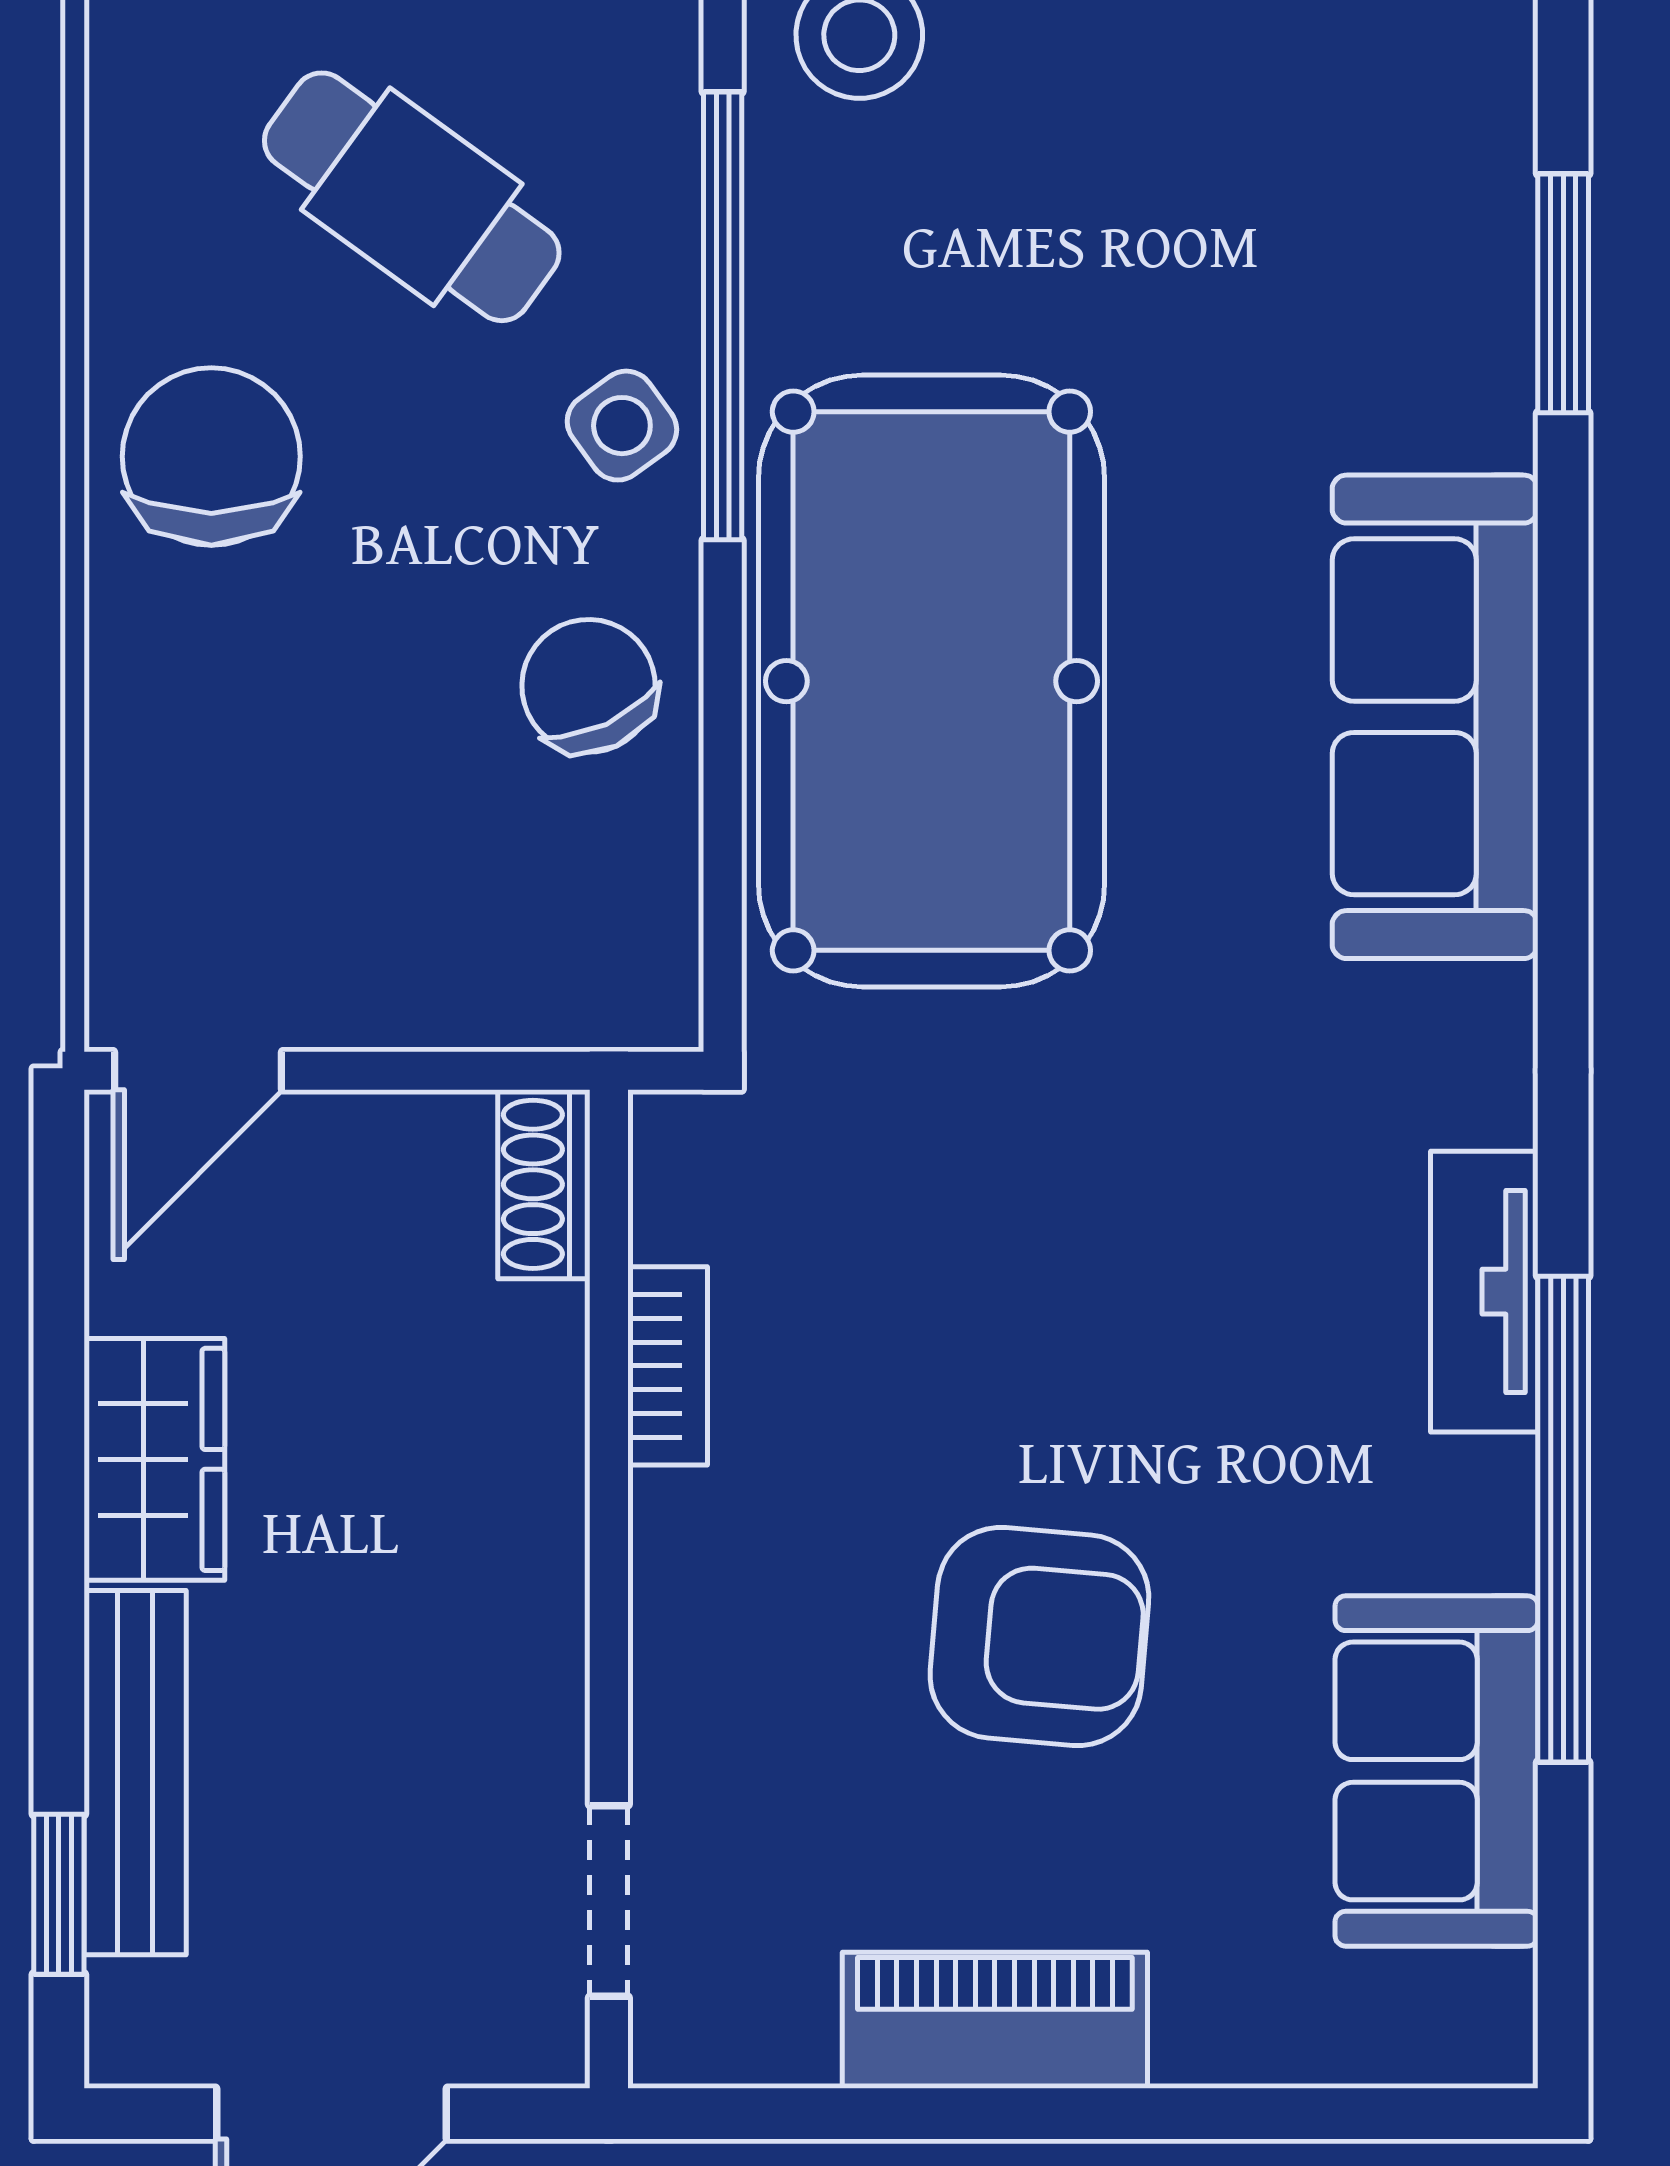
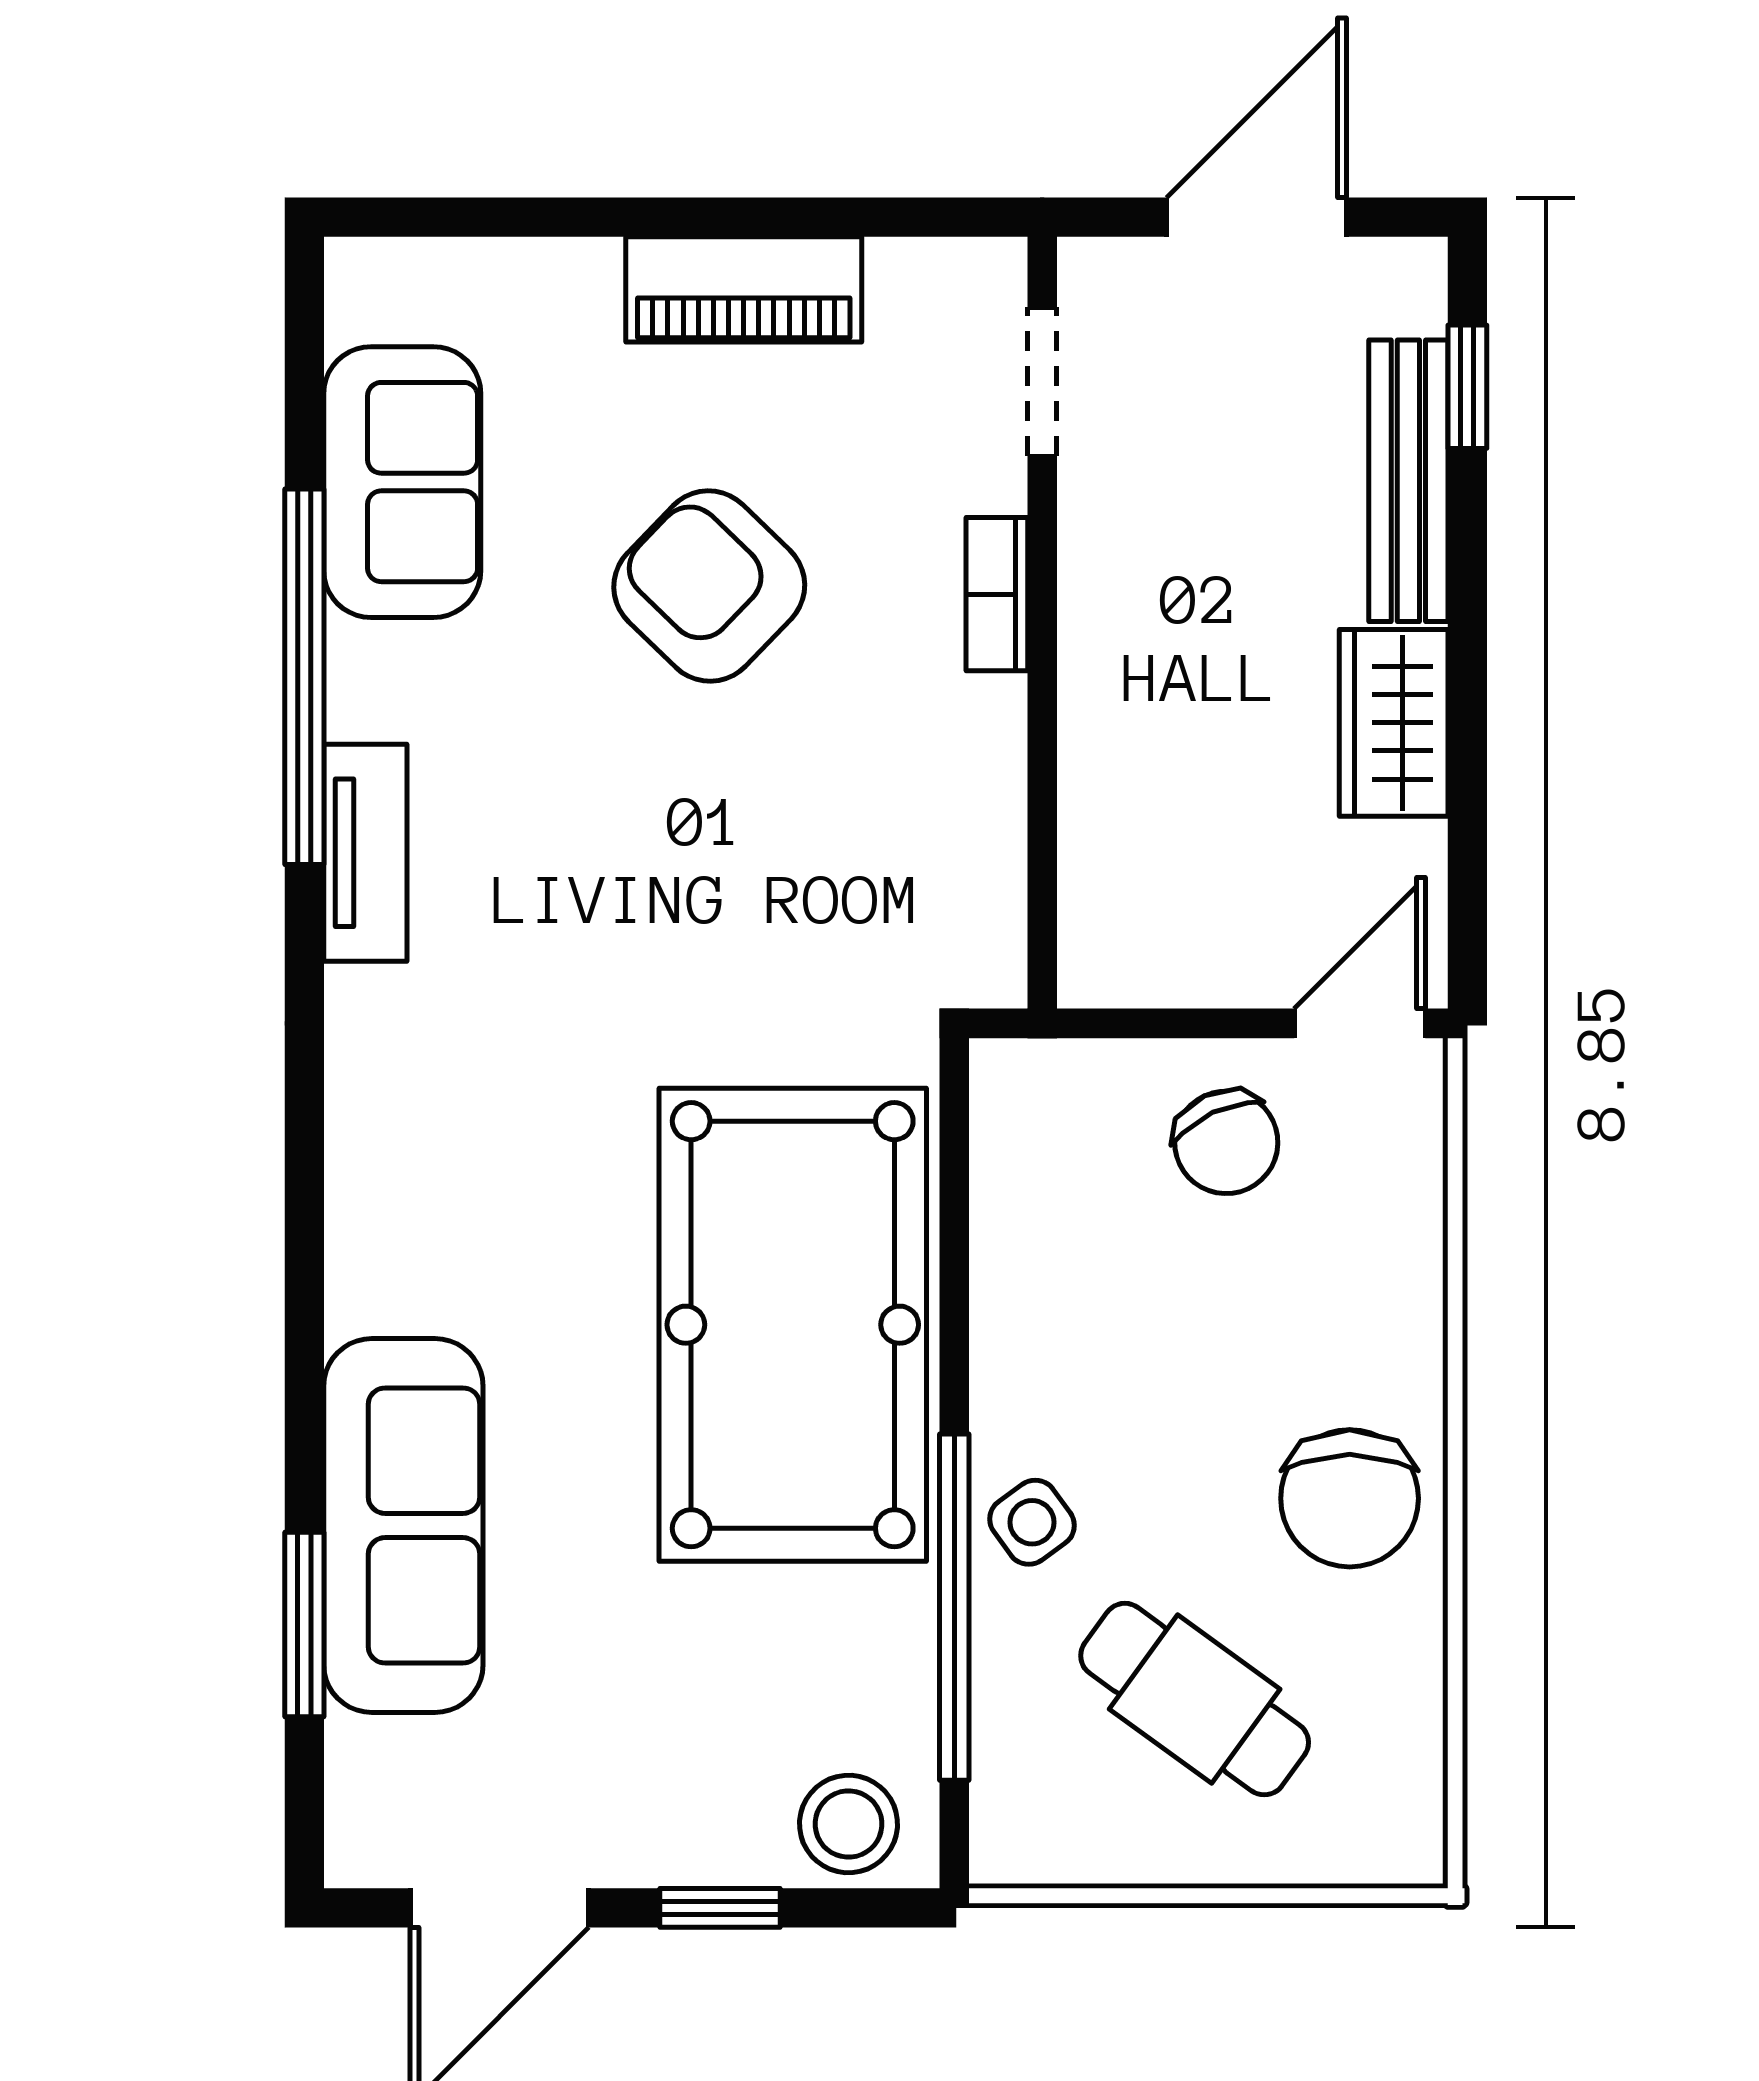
chair: (589, 686) -> (1226, 1142), moved
sofa: (1435, 717) -> (403, 1526), moved
shoe rack: (544, 1184) -> (1092, 936), removed
bookcase: (668, 1366) -> (997, 594), moved
armchair: (1039, 1636) -> (709, 586), turned 39

